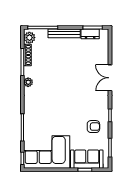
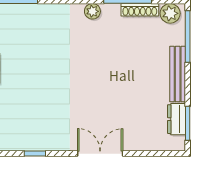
armchair: (93, 127) -> (15, 125), removed

